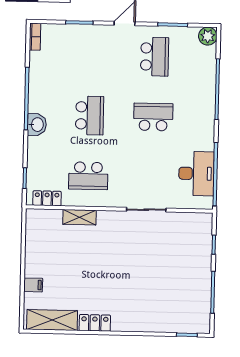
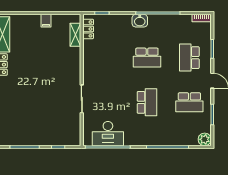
school desk: (88, 176) -> (189, 58), moved
shelving: (79, 217) -> (75, 35), moved
filing cabinet: (33, 285) -> (46, 21), moved

